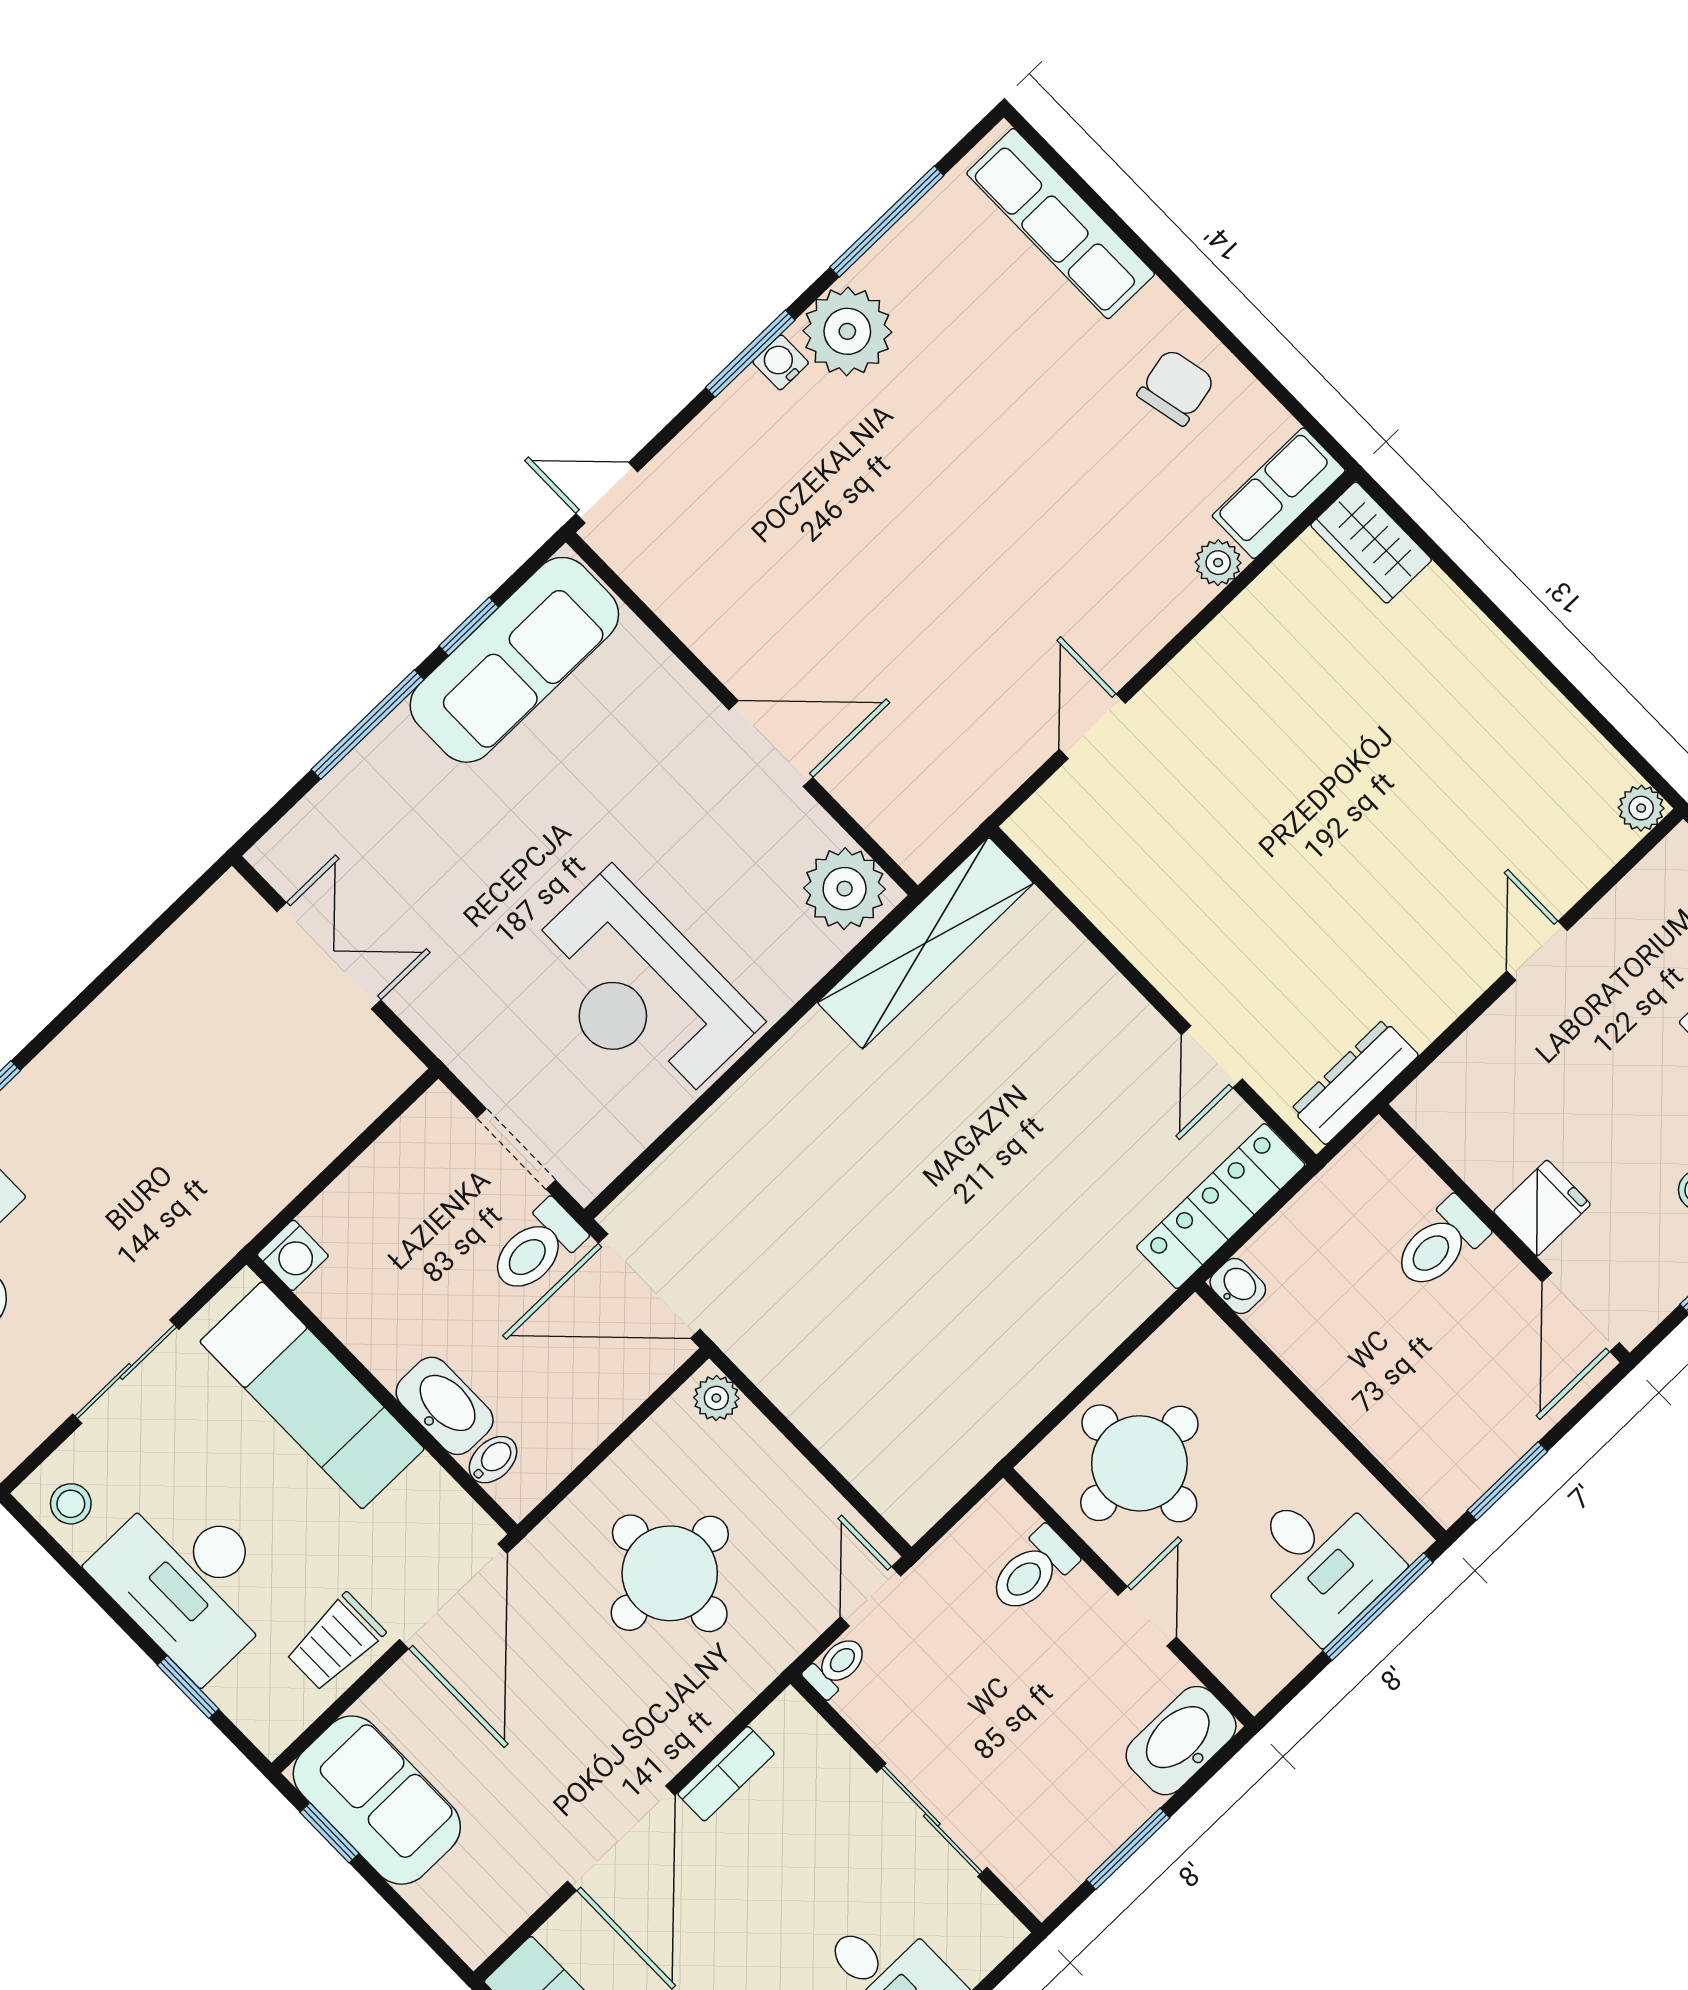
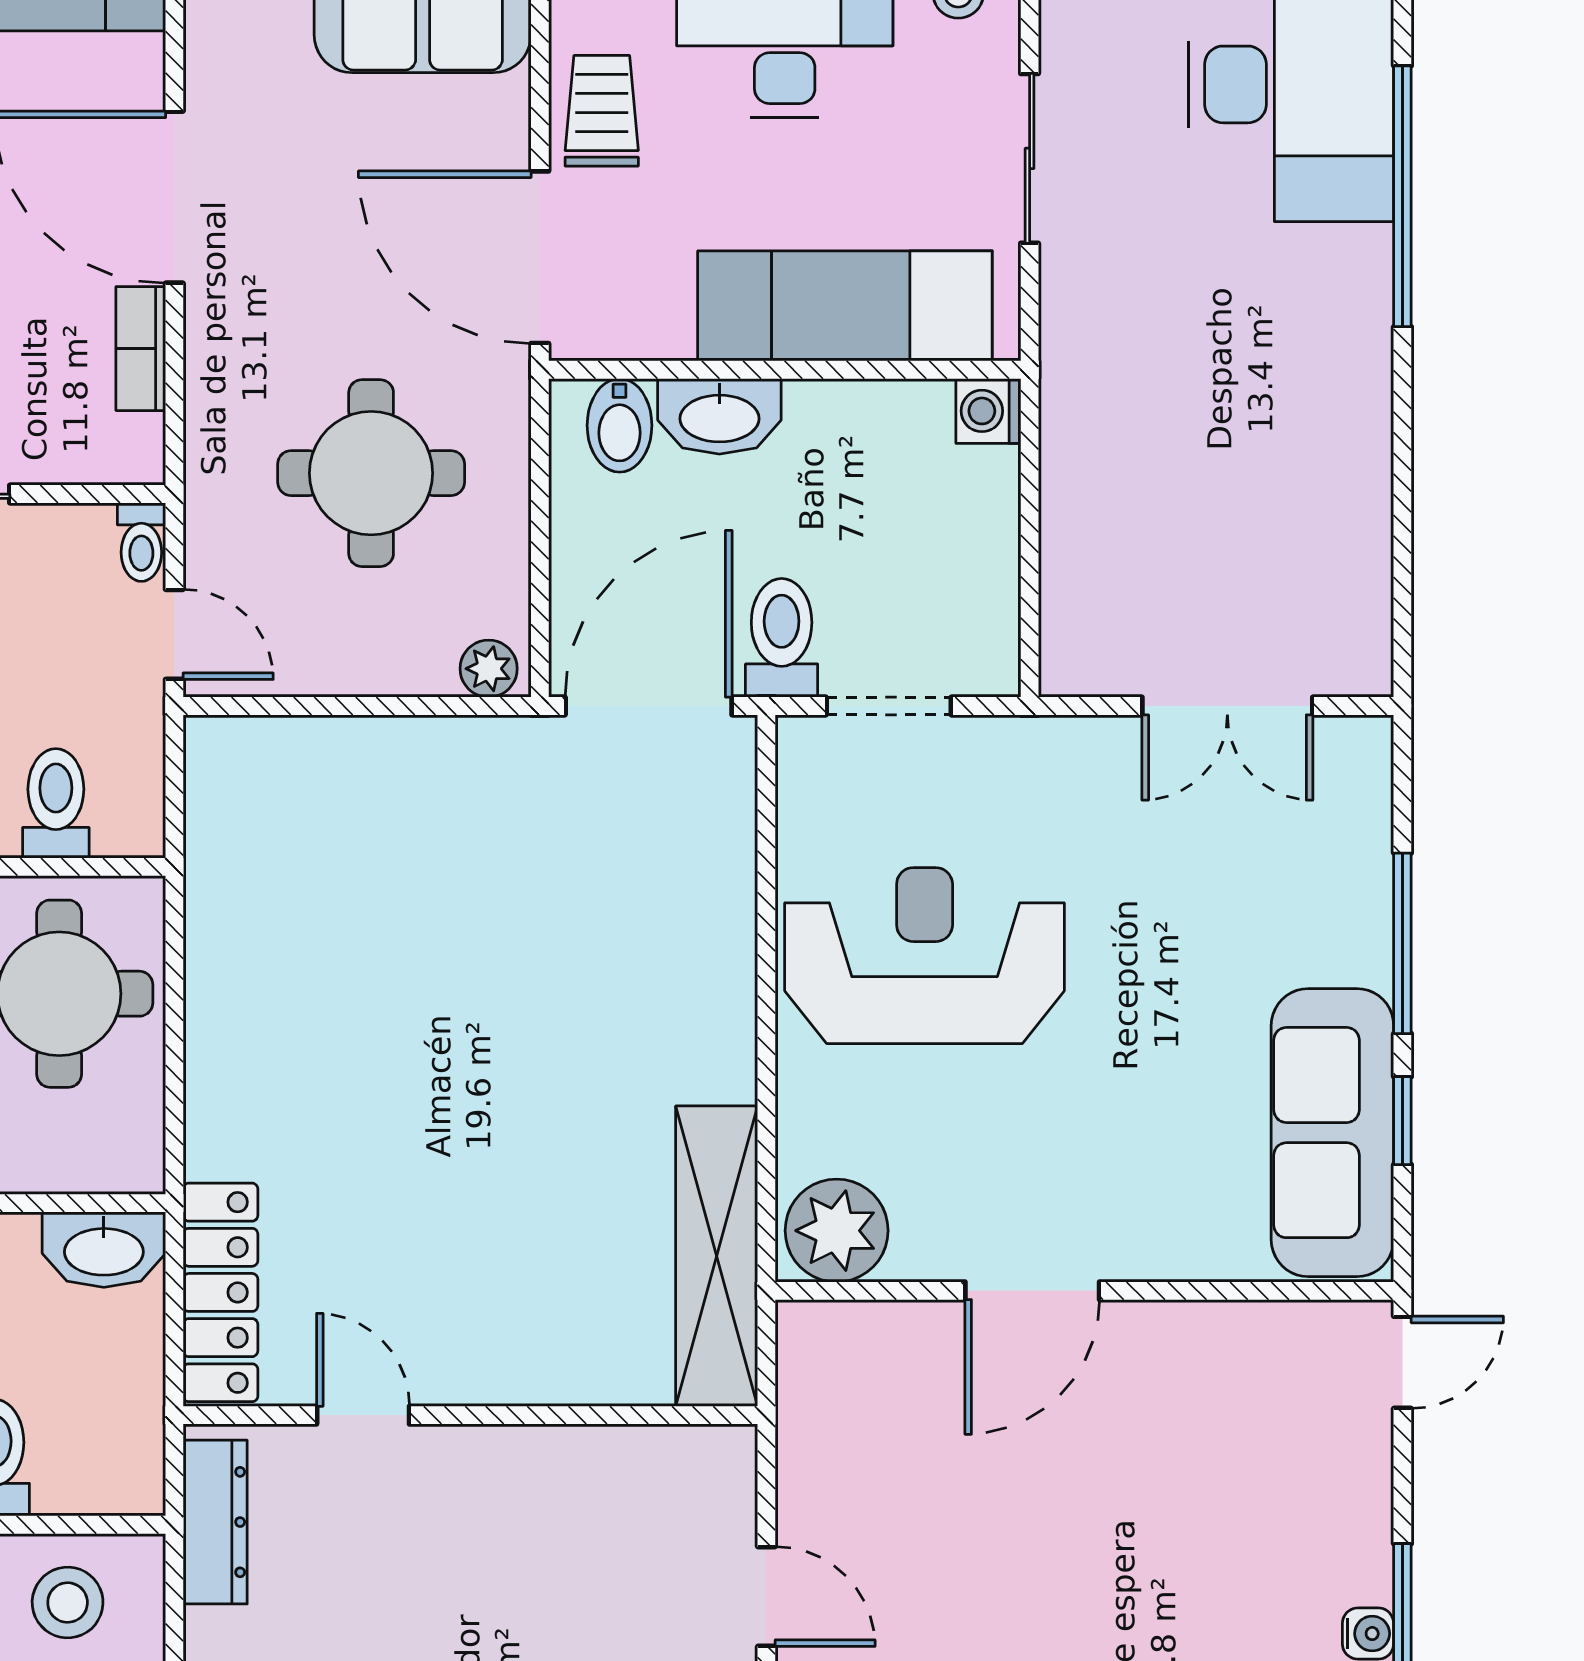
stool: (1482, 1122) -> (68, 1603), added
washbasin: (1238, 1286) -> (104, 1250), width x1.91, depth x1.45
bidet: (493, 1460) -> (620, 425), width x1.38, depth x1.36

